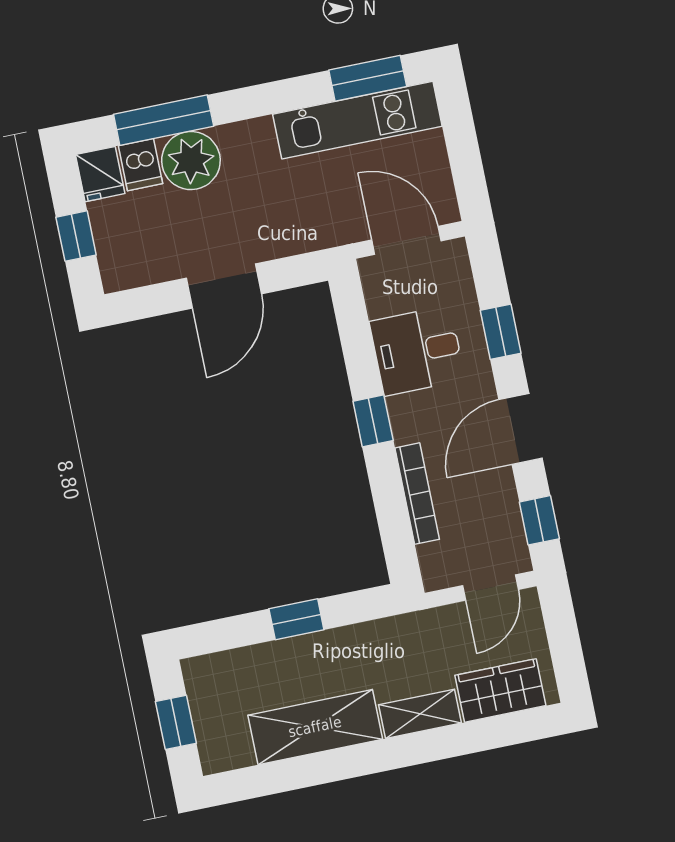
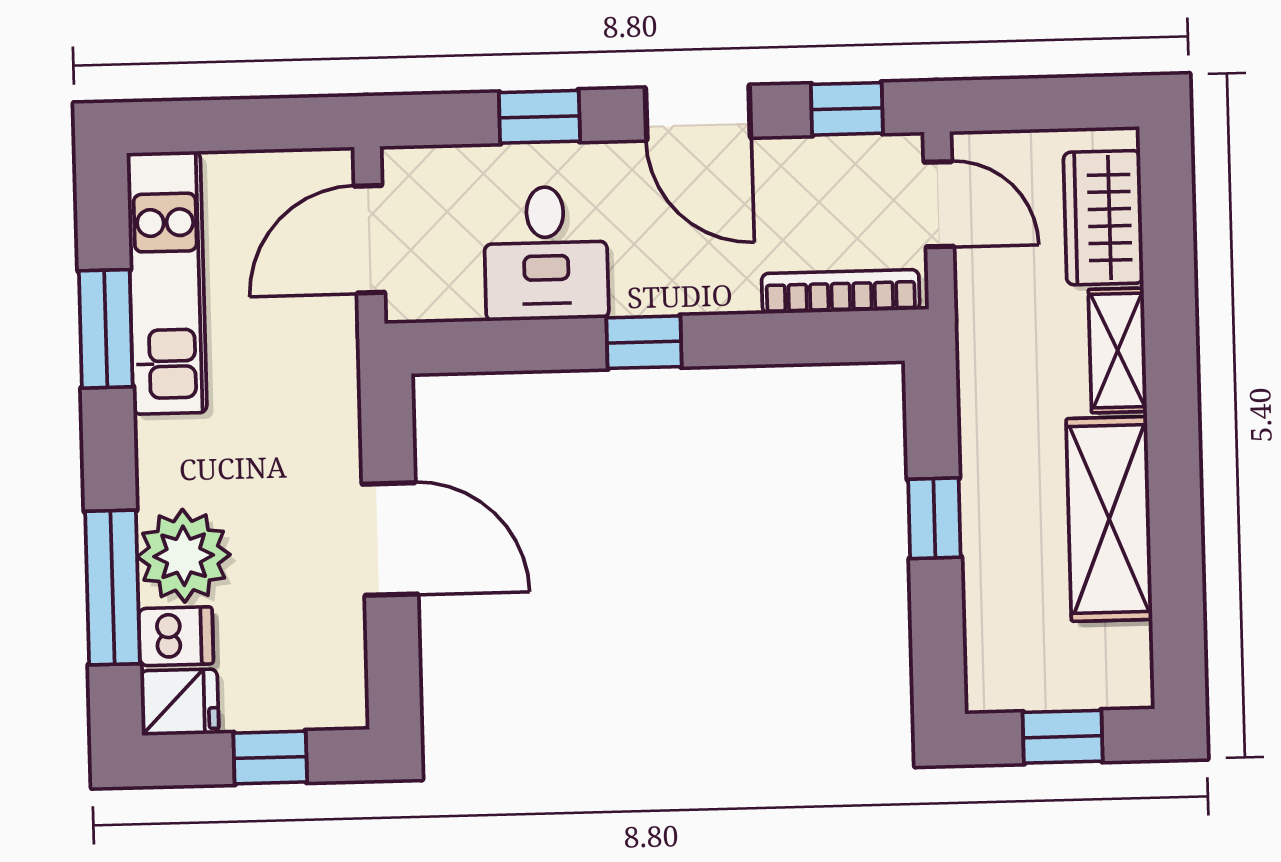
window: (368, 78) -> (106, 329), moved
bookcase: (417, 494) -> (841, 292), moved

